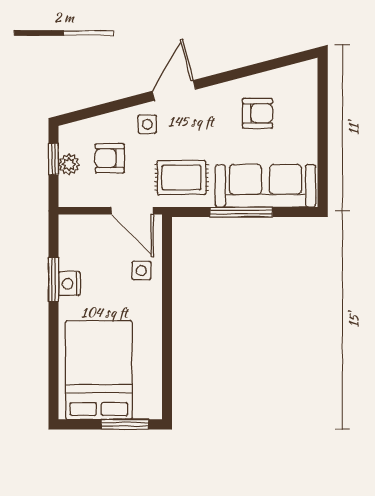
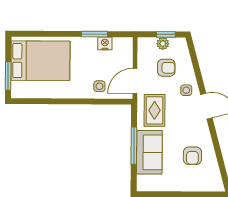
armchair: (110, 158) -> (166, 68), turned 90
sofa: (265, 186) -> (149, 152), width x0.73
nightstand: (69, 284) -> (105, 43), moved

